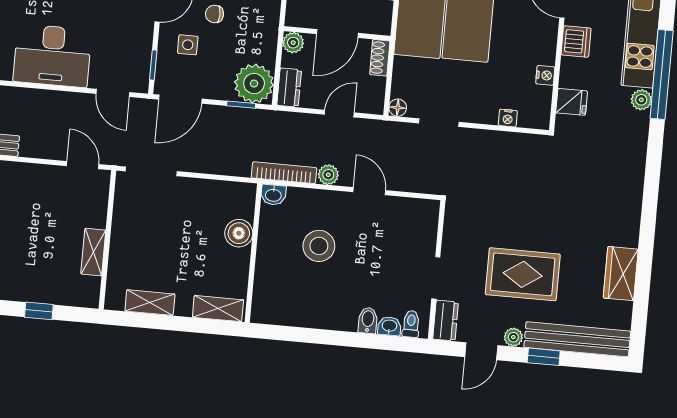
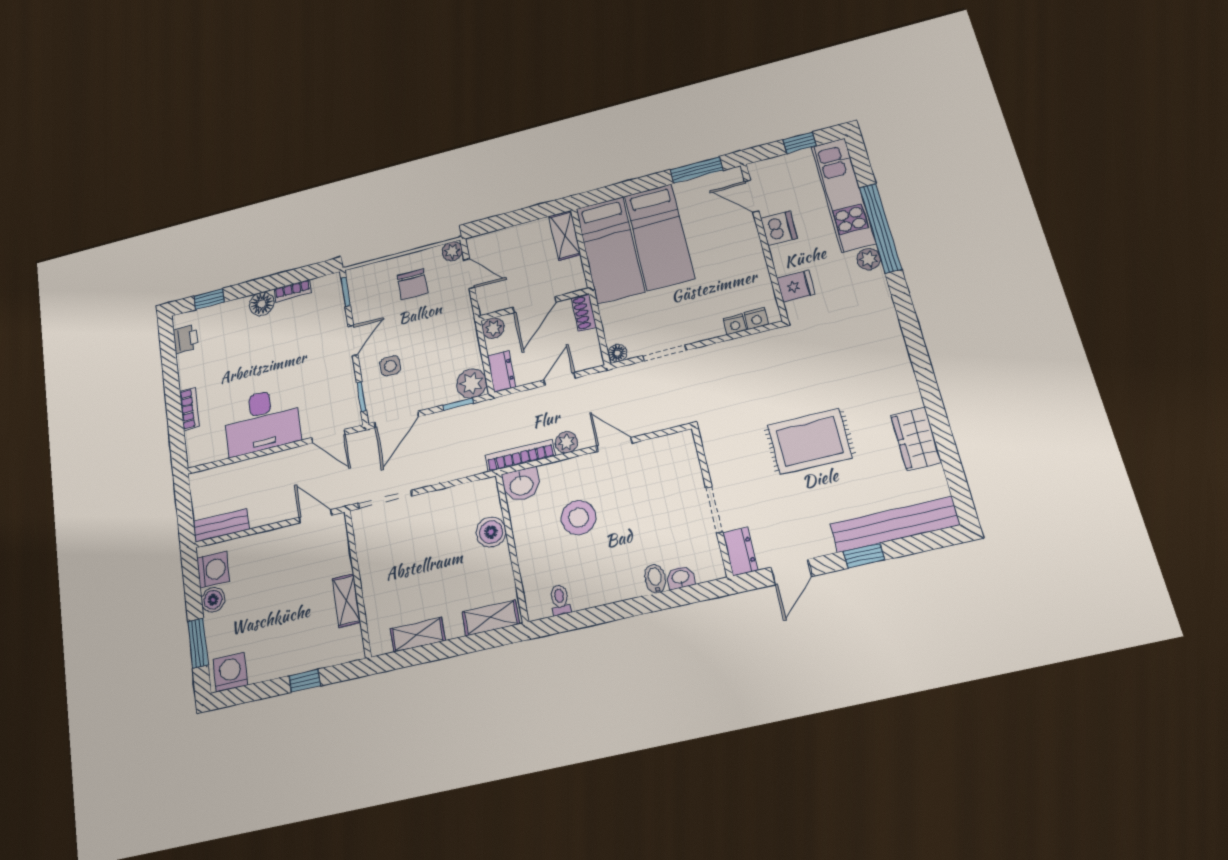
chair: (214, 14) -> (409, 329), removed
nightstand: (545, 75) -> (756, 318), moved, turned 90
plant: (254, 84) -> (472, 383), width x0.73, depth x0.73
washbasin: (273, 195) -> (521, 485), width x1.38, depth x1.45
rug: (523, 274) -> (810, 441), moved
toilet: (411, 324) -> (560, 600), moved
plant: (513, 337) -> (822, 545), removed

